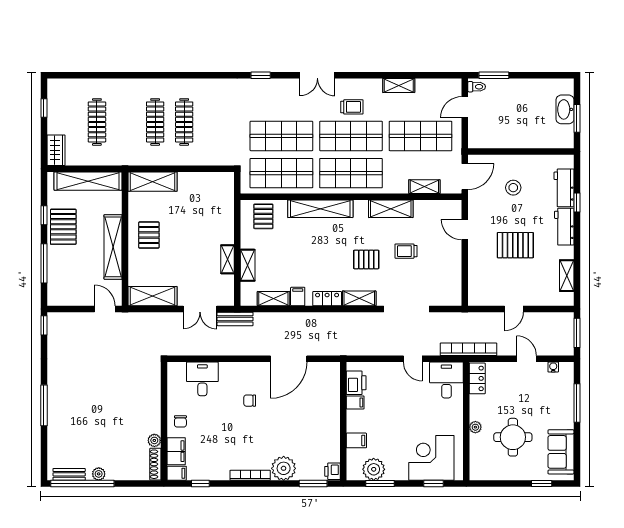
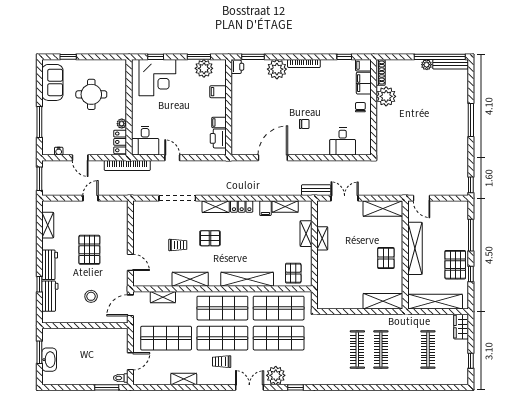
plant: (285, 90) -> (276, 375), added
pallet: (515, 245) -> (89, 250), turned 90
plant: (475, 427) -> (122, 124), moved
plant: (154, 440) -> (386, 96), width x1.87, depth x1.87
bench: (69, 474) -> (450, 64), width x1.36

